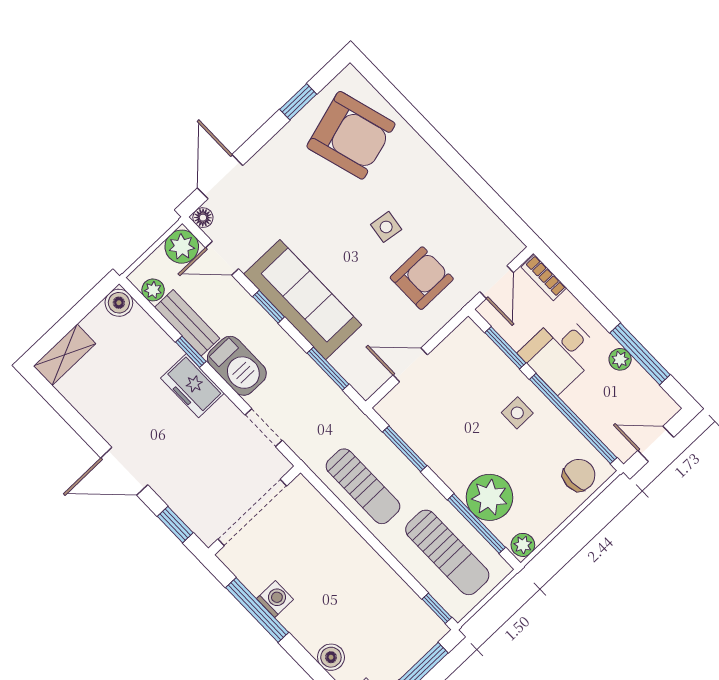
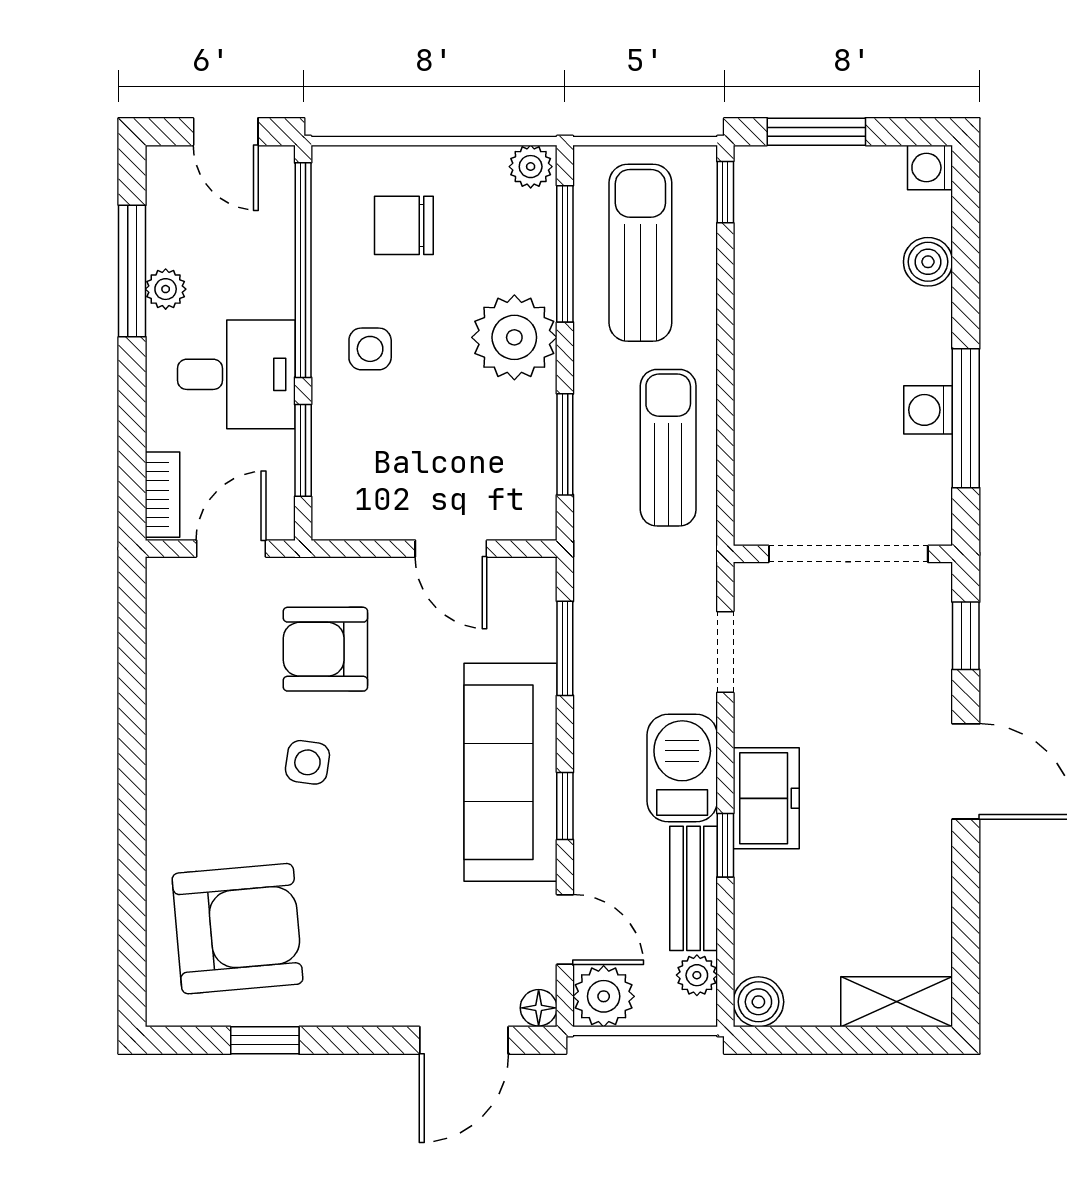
armchair: (351, 135) -> (238, 929), turned 101
chair: (579, 475) -> (404, 225), moved
plant: (490, 497) -> (514, 337), moved

